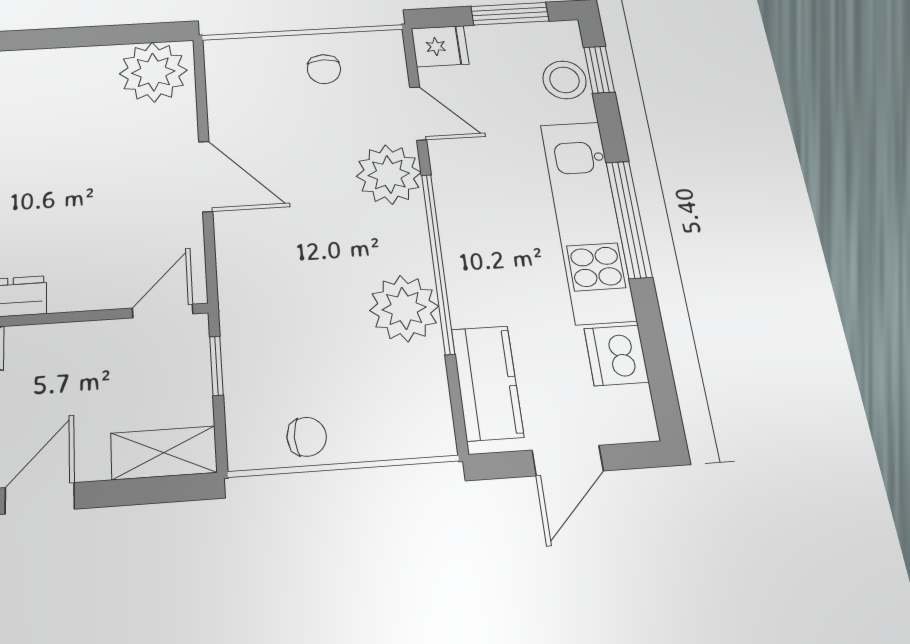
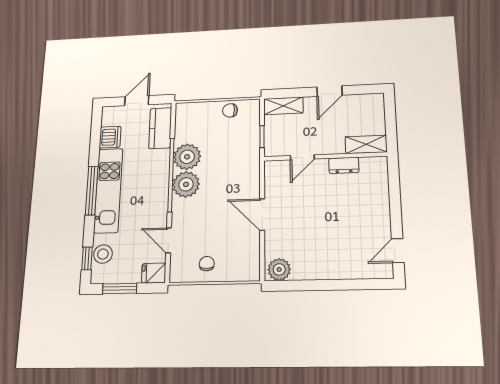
plant: (153, 72) -> (279, 269), width x0.73, depth x0.73
plant: (389, 174) -> (186, 184), moved
door: (163, 311) -> (302, 157), moved

